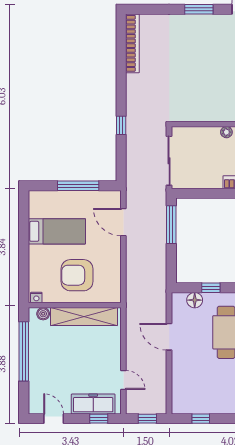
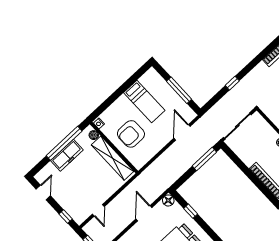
armchair: (77, 275) -> (131, 134), turned -90
floor lamp: (195, 300) -> (168, 200), moved
freezer: (93, 404) -> (67, 155), moved, turned 90

